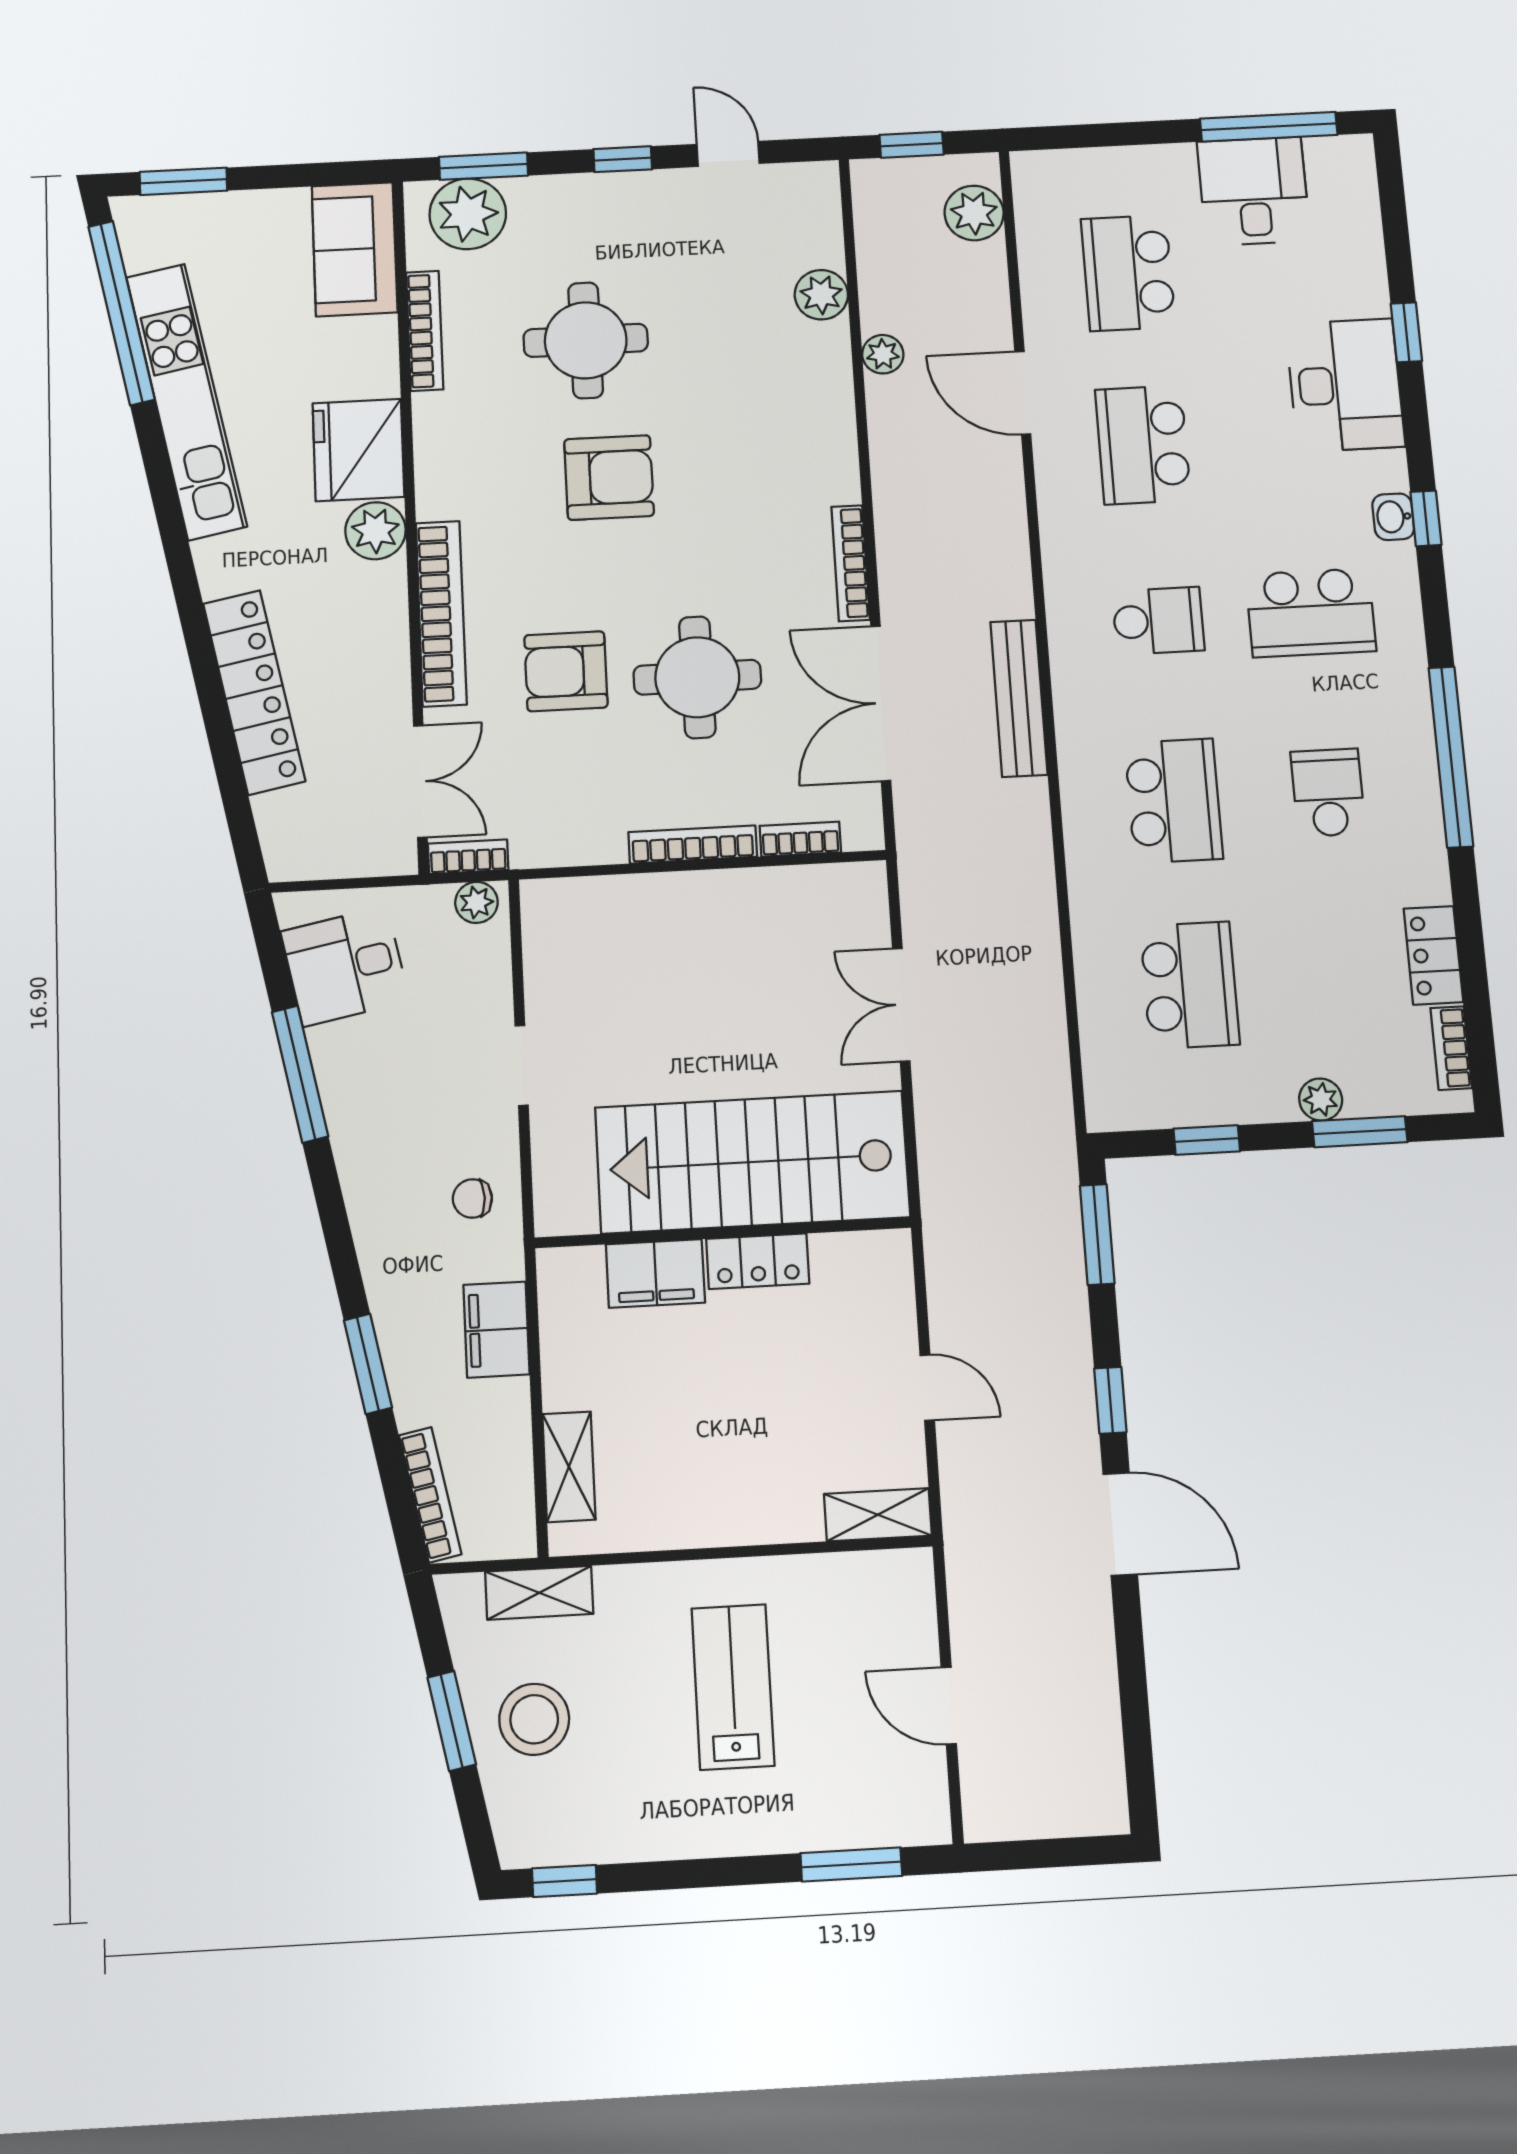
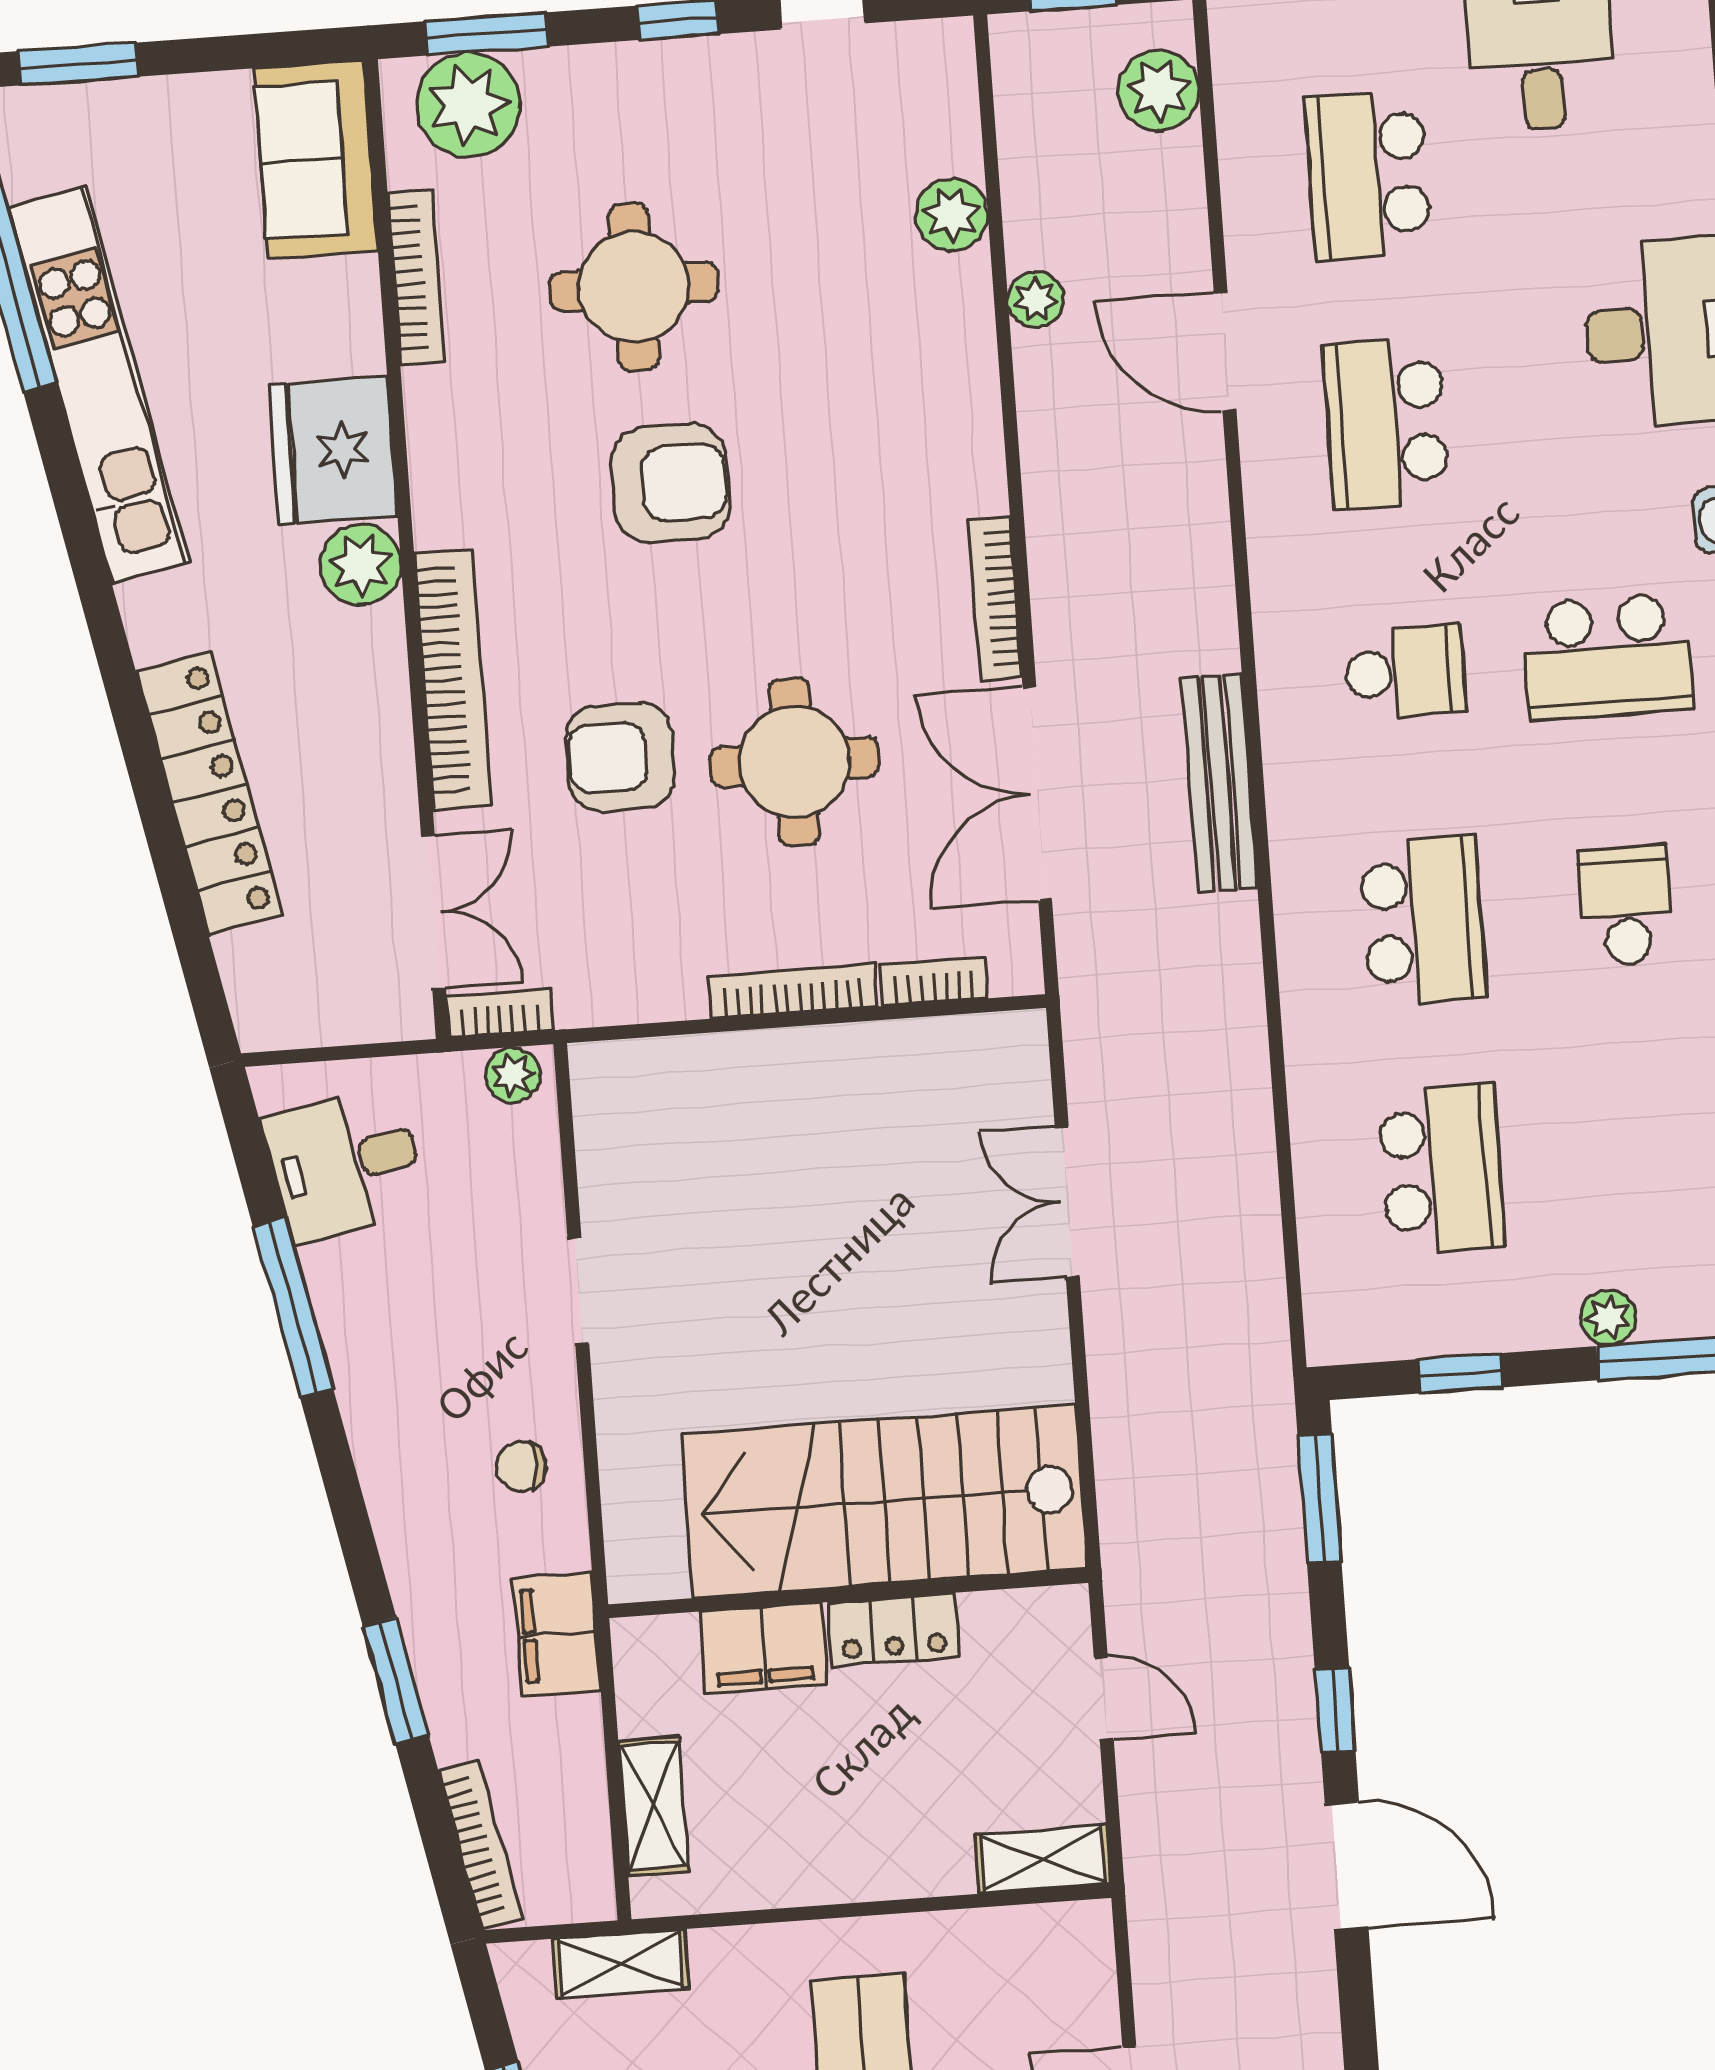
stairs: (752, 1162) -> (884, 1502), moved
wall: (723, 1233) -> (848, 1594), moved
locker: (758, 1261) -> (893, 1630), moved
filing cabinet: (655, 1273) -> (763, 1648), moved

